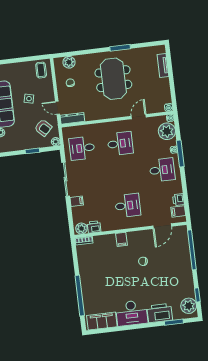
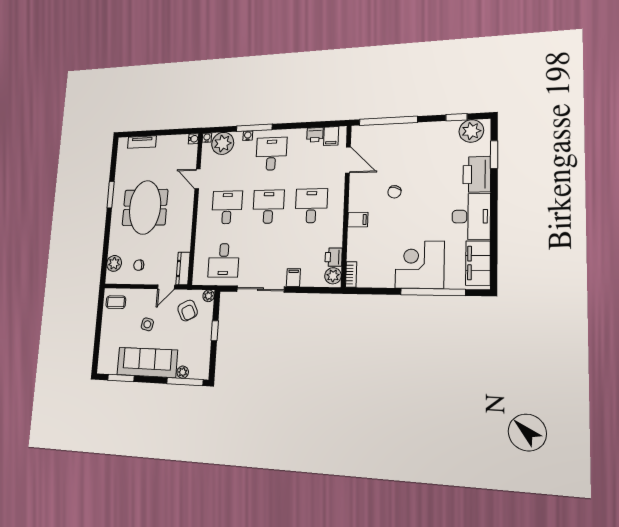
meeting table: (113, 79) -> (145, 207), turned 90
armchair: (43, 128) -> (188, 311), turned 109
desk: (124, 175) -> (268, 207), added
corner desk: (96, 285) -> (420, 265), added

